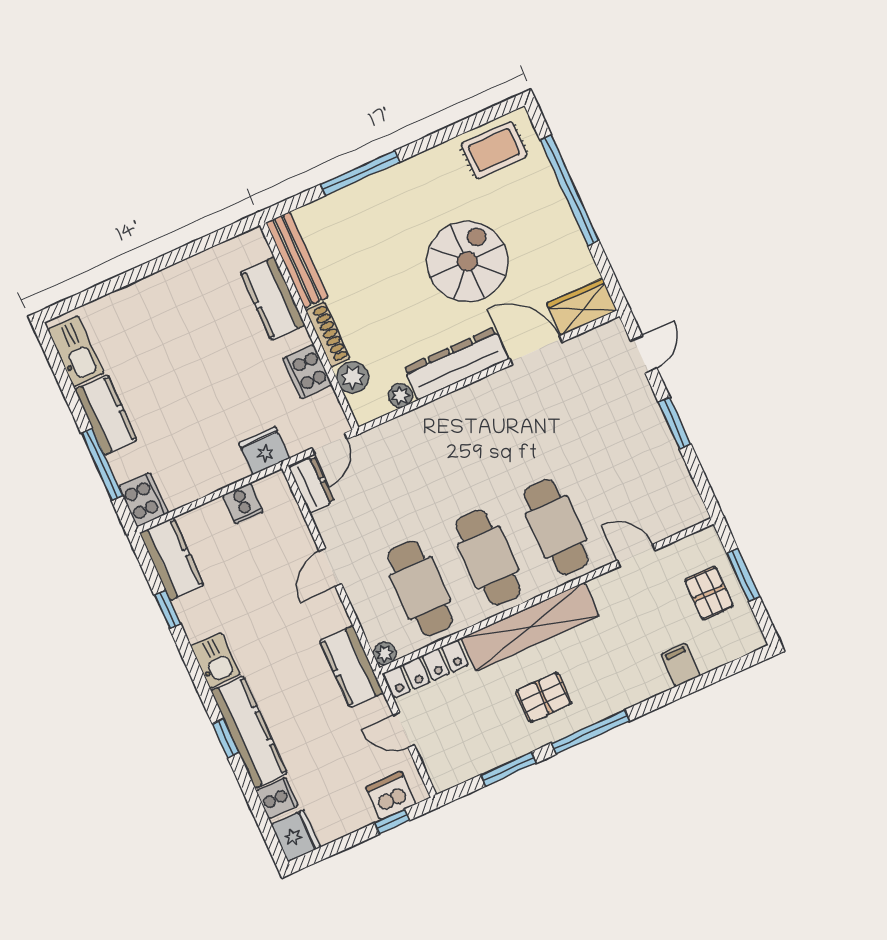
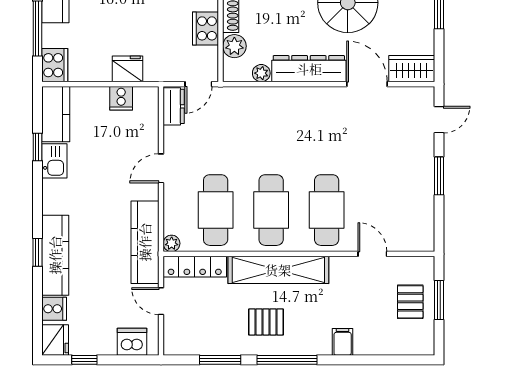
fridge: (264, 451) -> (127, 69), moved
kitchen sink: (215, 660) -> (54, 161), moved
filing cabinet: (681, 665) -> (343, 342), moved
kitchen counter: (352, 667) -> (145, 242), width x1.50
window: (392, 822) -> (84, 360), moved

